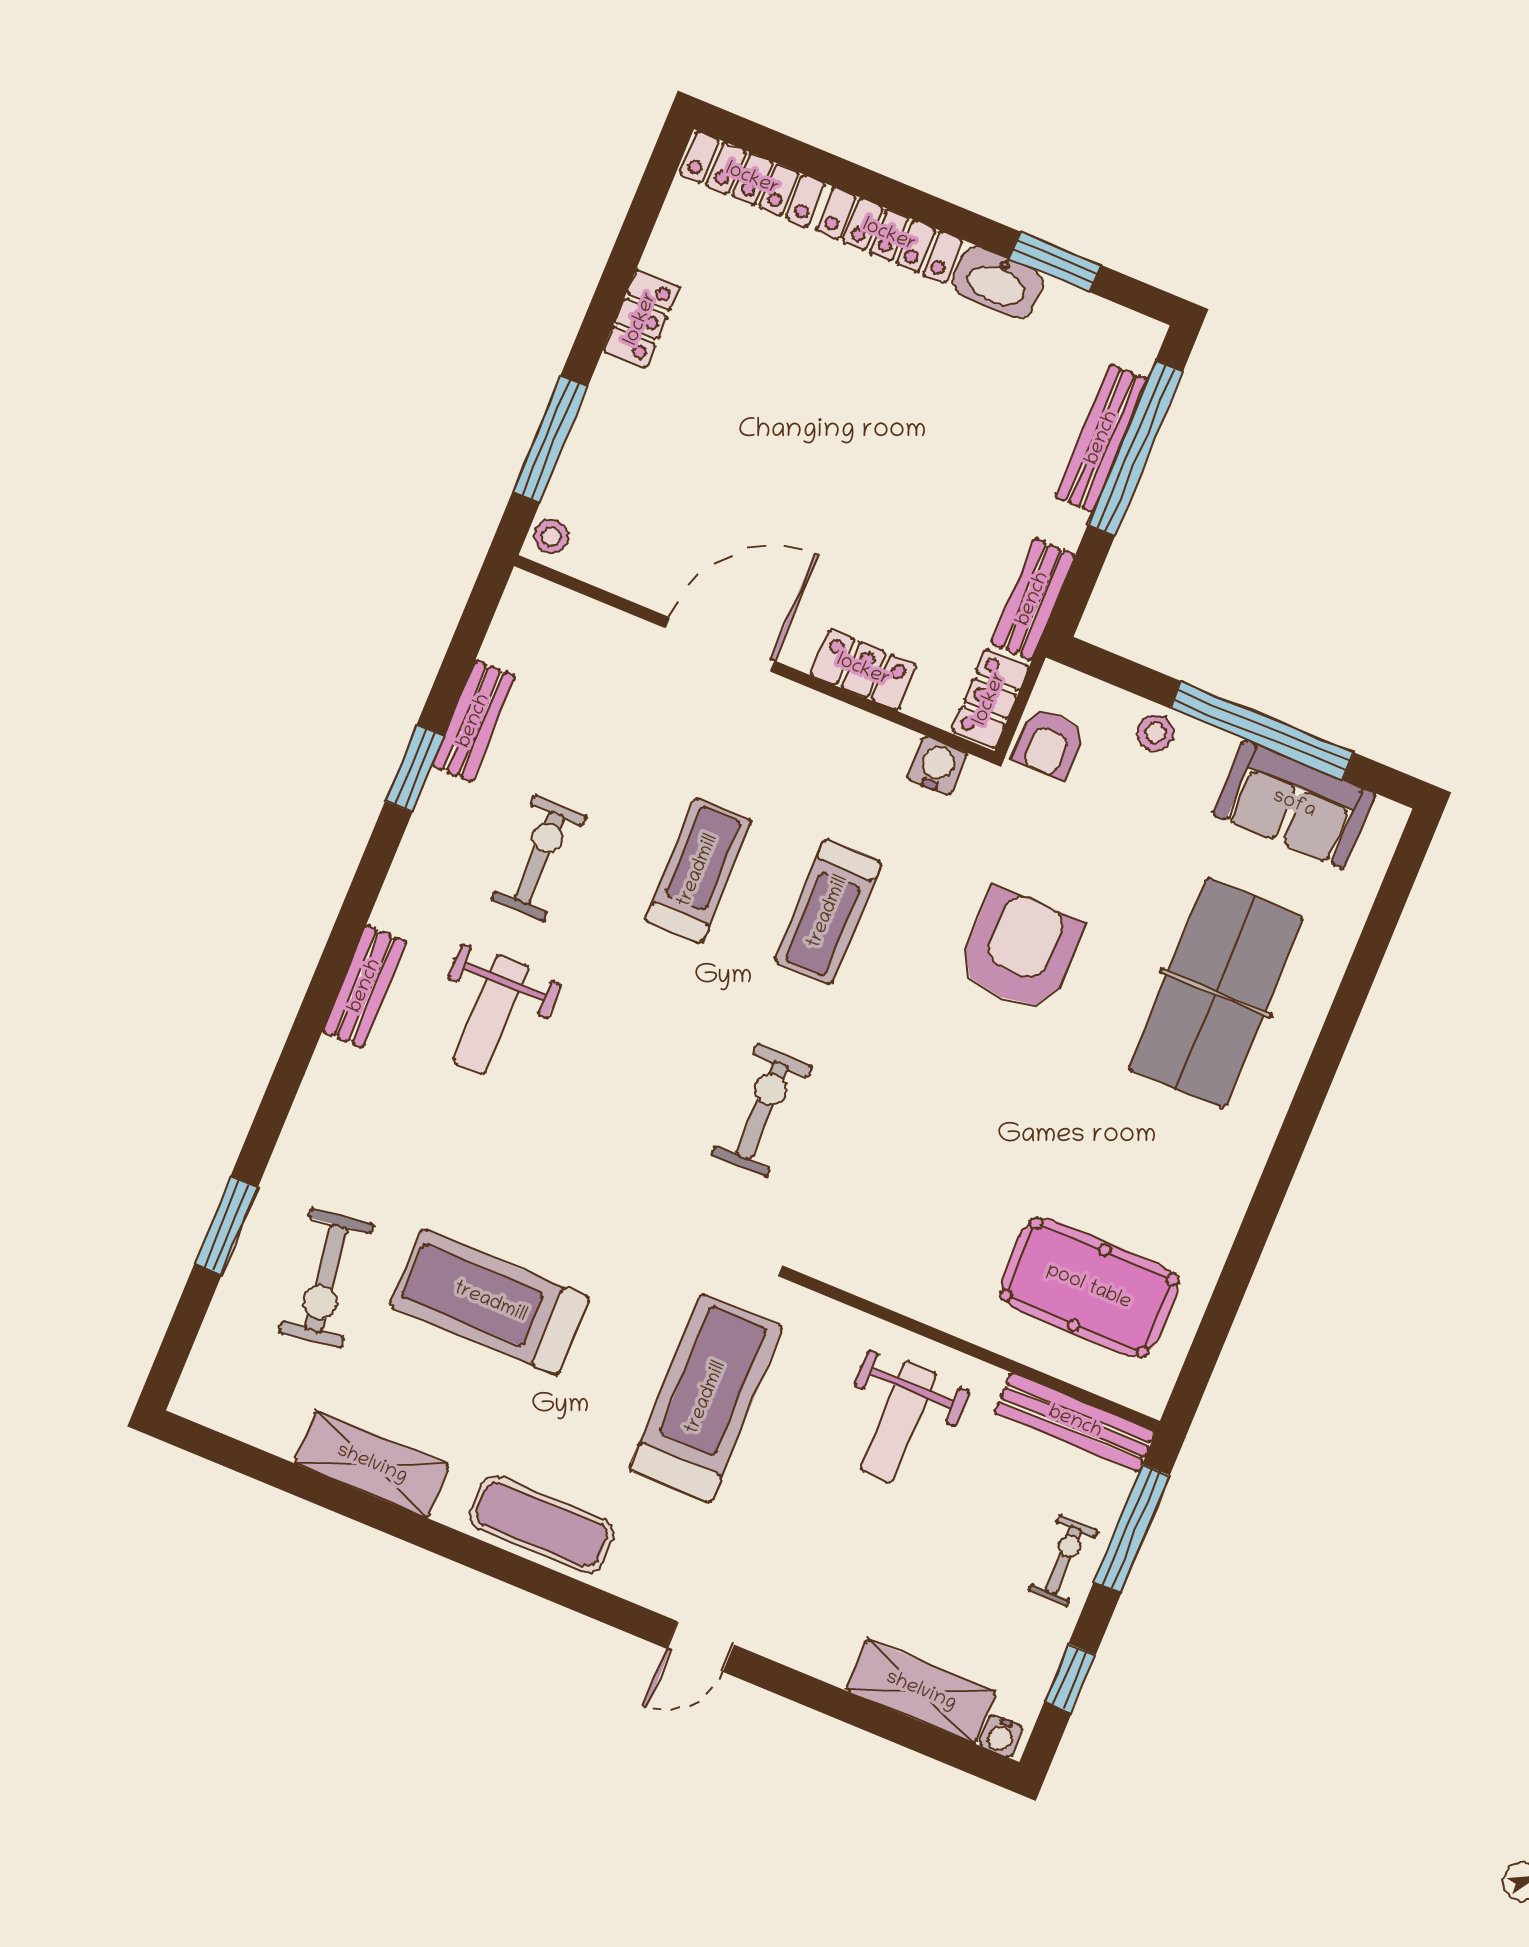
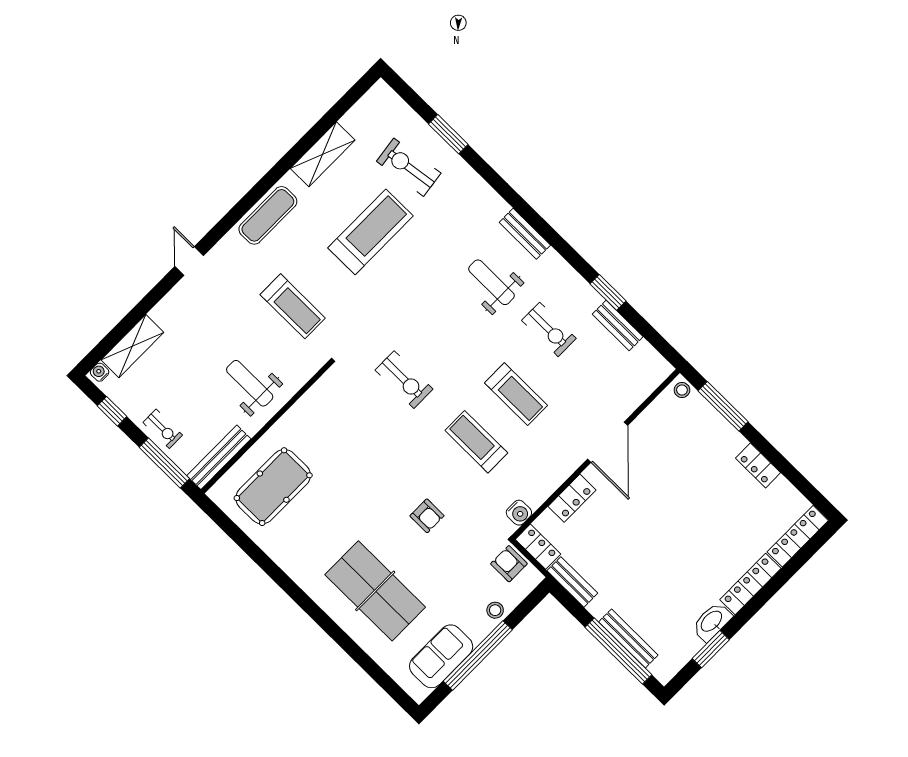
armchair: (1020, 950) -> (427, 516), width x0.53, depth x0.53
treadmill: (706, 1398) -> (293, 306), width x0.73, depth x0.73

